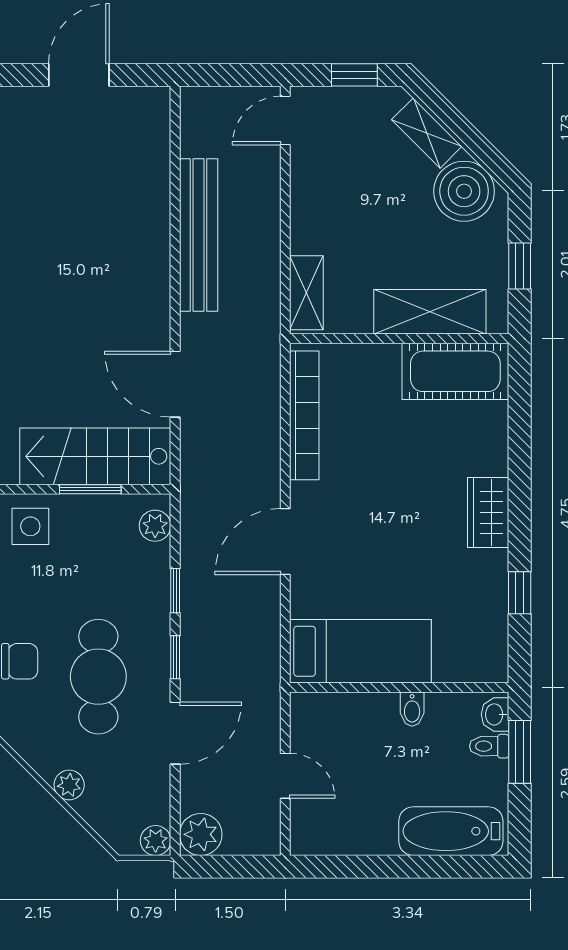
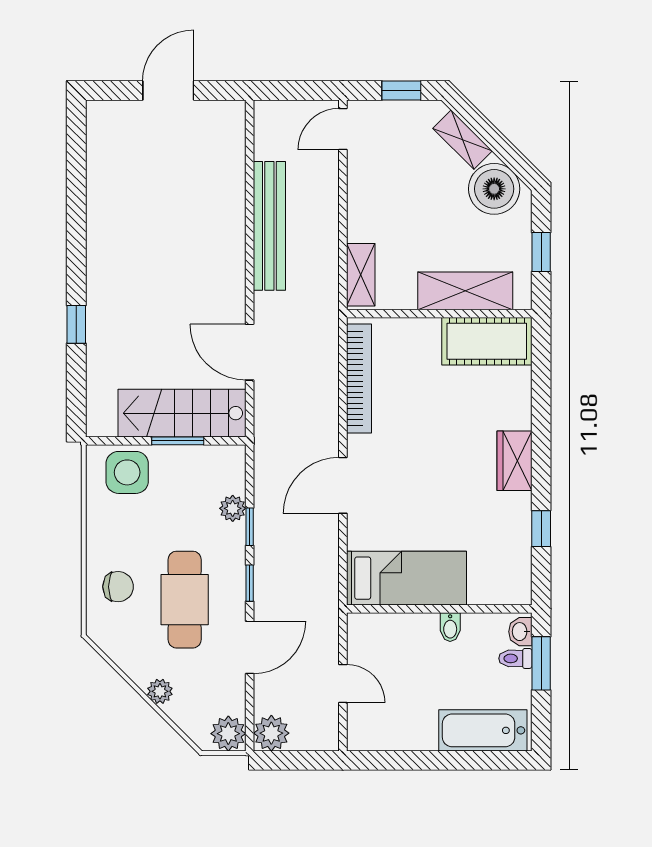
side table: (30, 526) -> (127, 472), width x1.37, depth x1.37
plant: (155, 526) -> (233, 508), moved
plant: (156, 841) -> (228, 734), width x1.38, depth x1.38

